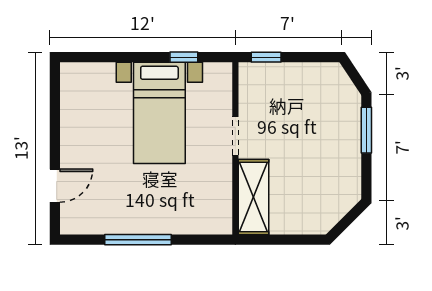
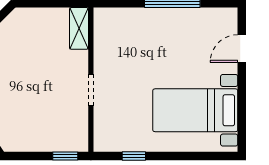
bed with nightstands: (159, 113) -> (195, 110), moved, turned -90
shelving: (253, 197) -> (79, 28), width x0.67, depth x0.75

